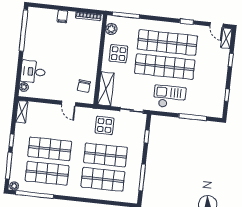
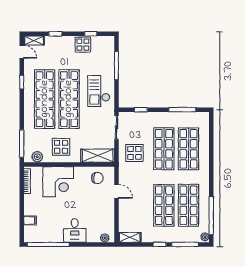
filing cabinet: (62, 17) -> (30, 220), moved
door: (216, 25) -> (22, 52), hinge flipped
corner desk: (84, 47) -> (58, 182), added
desk: (33, 72) -> (75, 230), moved
display table: (217, 86) -> (83, 45), added
door: (69, 104) -> (116, 191), hinge flipped

